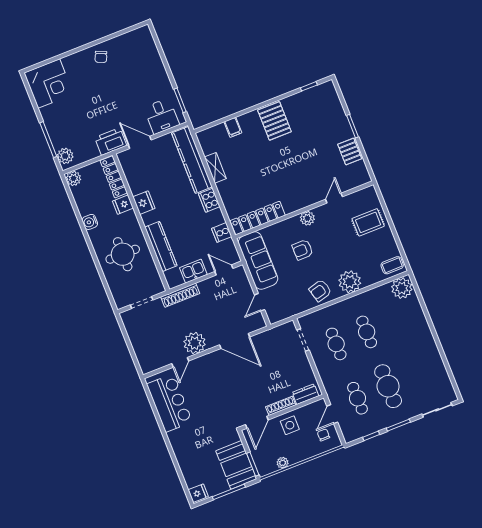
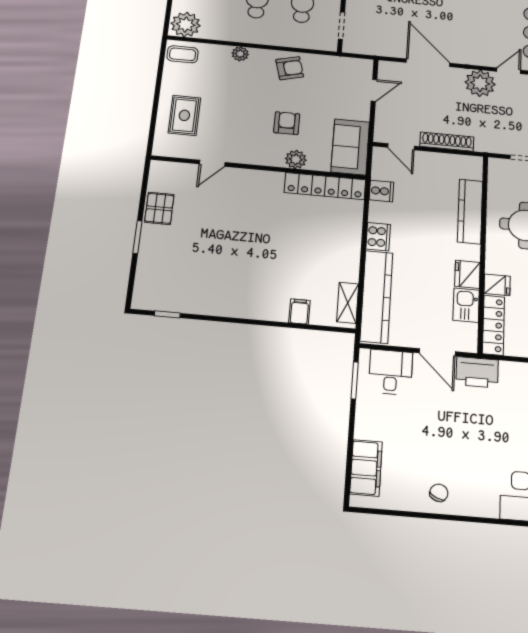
filing cabinet: (149, 51) -> (366, 468), added
pallet: (274, 121) -> (239, 293), removed
shelving: (215, 168) -> (348, 303), moved
plant: (307, 218) -> (296, 159), moved
rug: (368, 222) -> (184, 115), turned 90
armchair: (303, 250) -> (287, 123), turned -90
sofa: (258, 261) -> (350, 147), width x0.73
kitchen sink: (193, 271) -> (466, 305), moved, turned 90
plant: (350, 282) -> (240, 54), width x0.53, depth x0.53
shoe rack: (180, 295) -> (447, 142), moved

